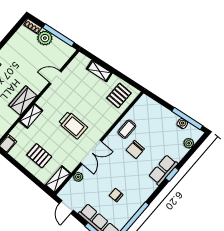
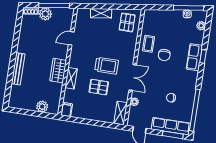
pallet: (39, 156) -> (99, 87), moved

